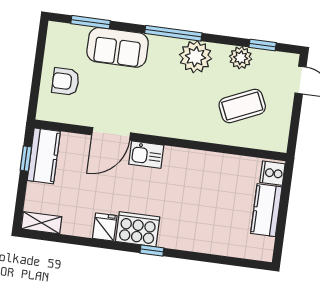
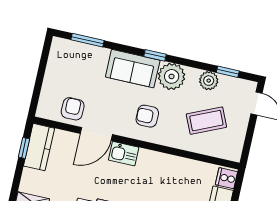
window: (173, 33) -> (155, 55), width x0.46
sofa: (118, 47) -> (133, 69), moved
armchair: (65, 82) -> (73, 109), moved, turned 90
armchair: (171, 107) -> (147, 116), added

